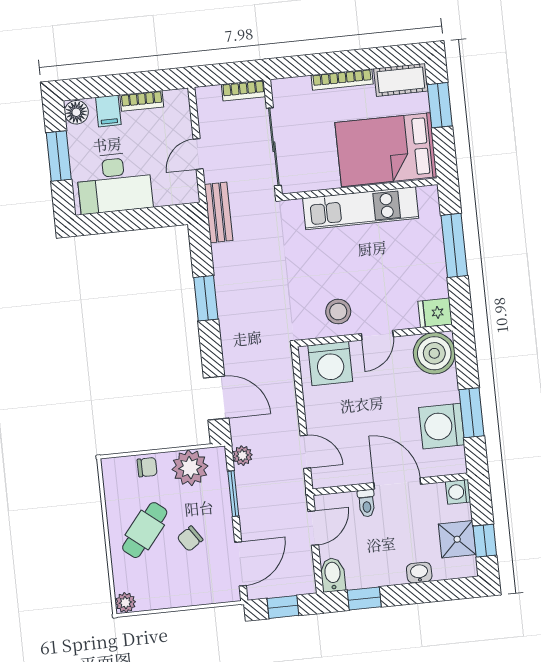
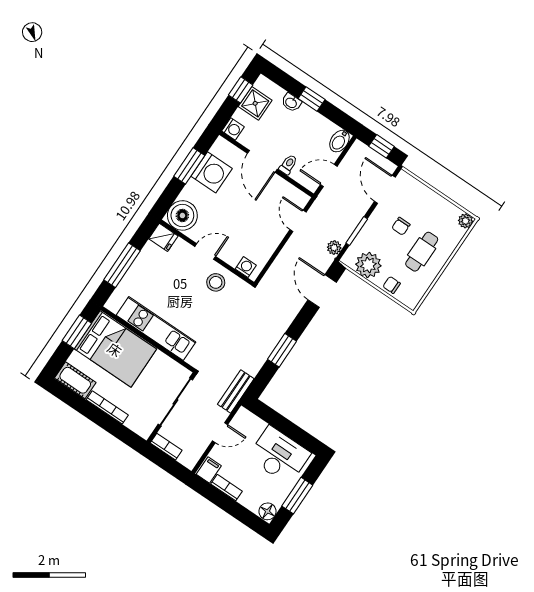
window: (440, 105) -> (77, 332), moved
filing cabinet: (108, 111) -> (209, 470), moved
washing machine: (330, 363) -> (246, 267), width x0.53, depth x0.53
cafe table: (145, 530) -> (422, 252), turned -39
chair: (190, 539) -> (401, 226), turned 124
door: (240, 564) -> (385, 189), hinge flipped
window: (364, 598) -> (312, 99), moved

